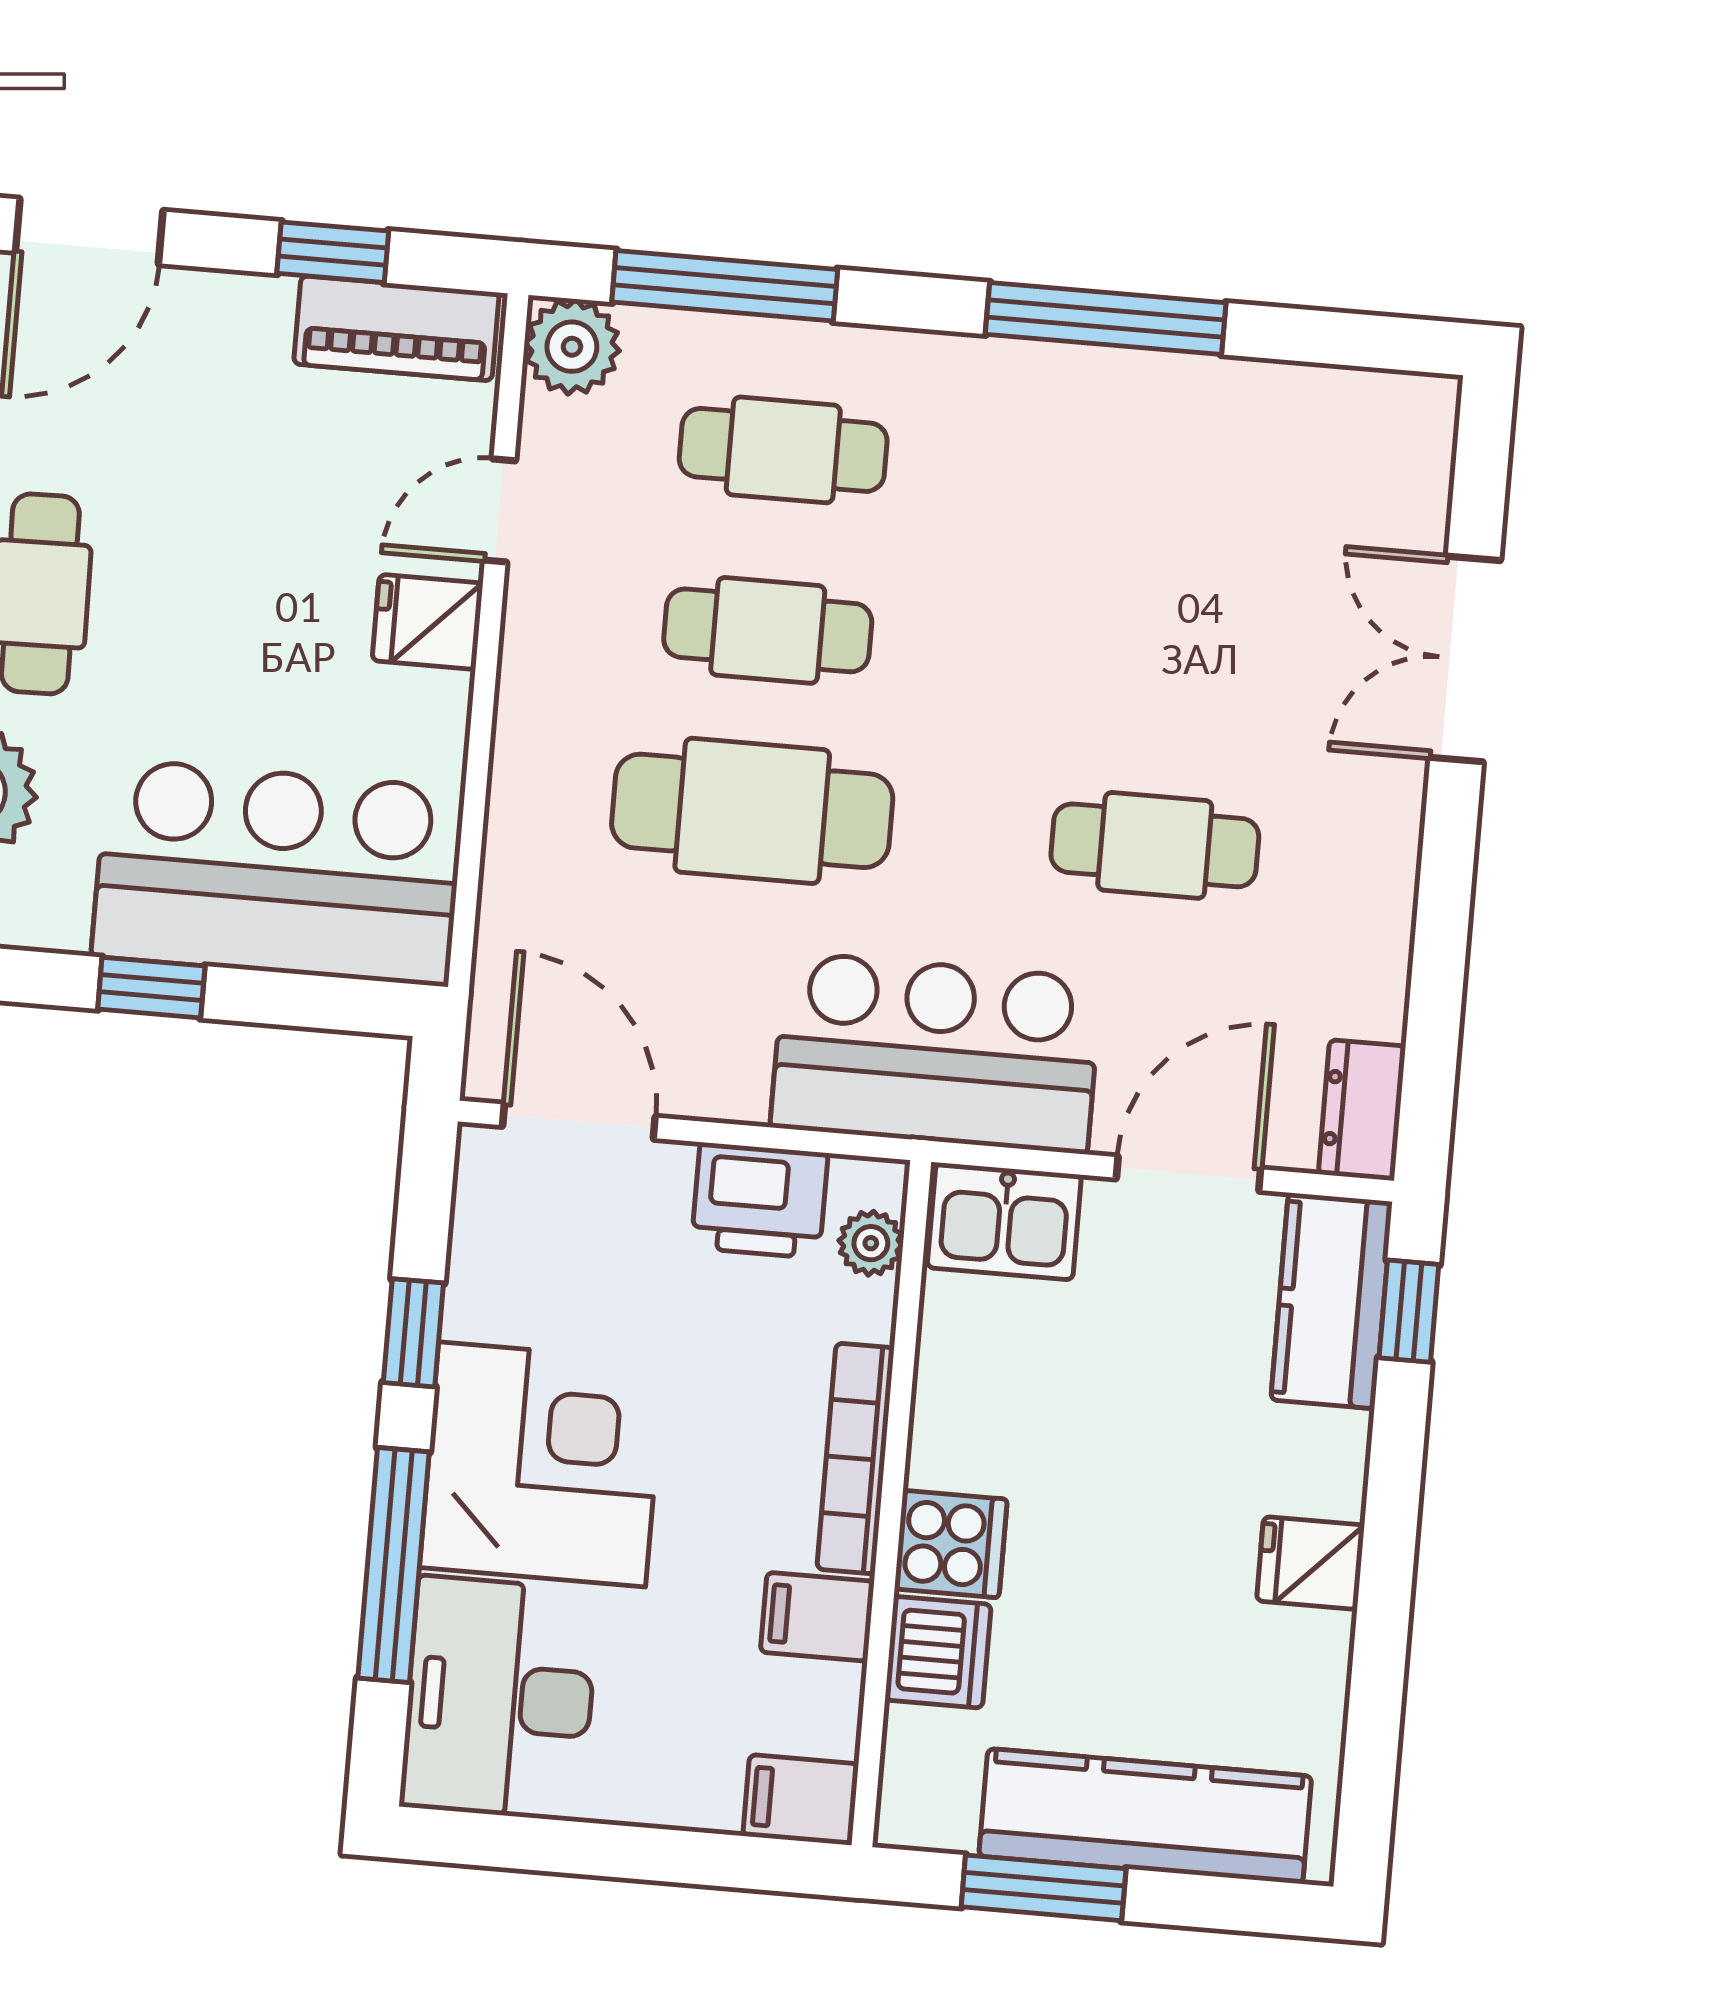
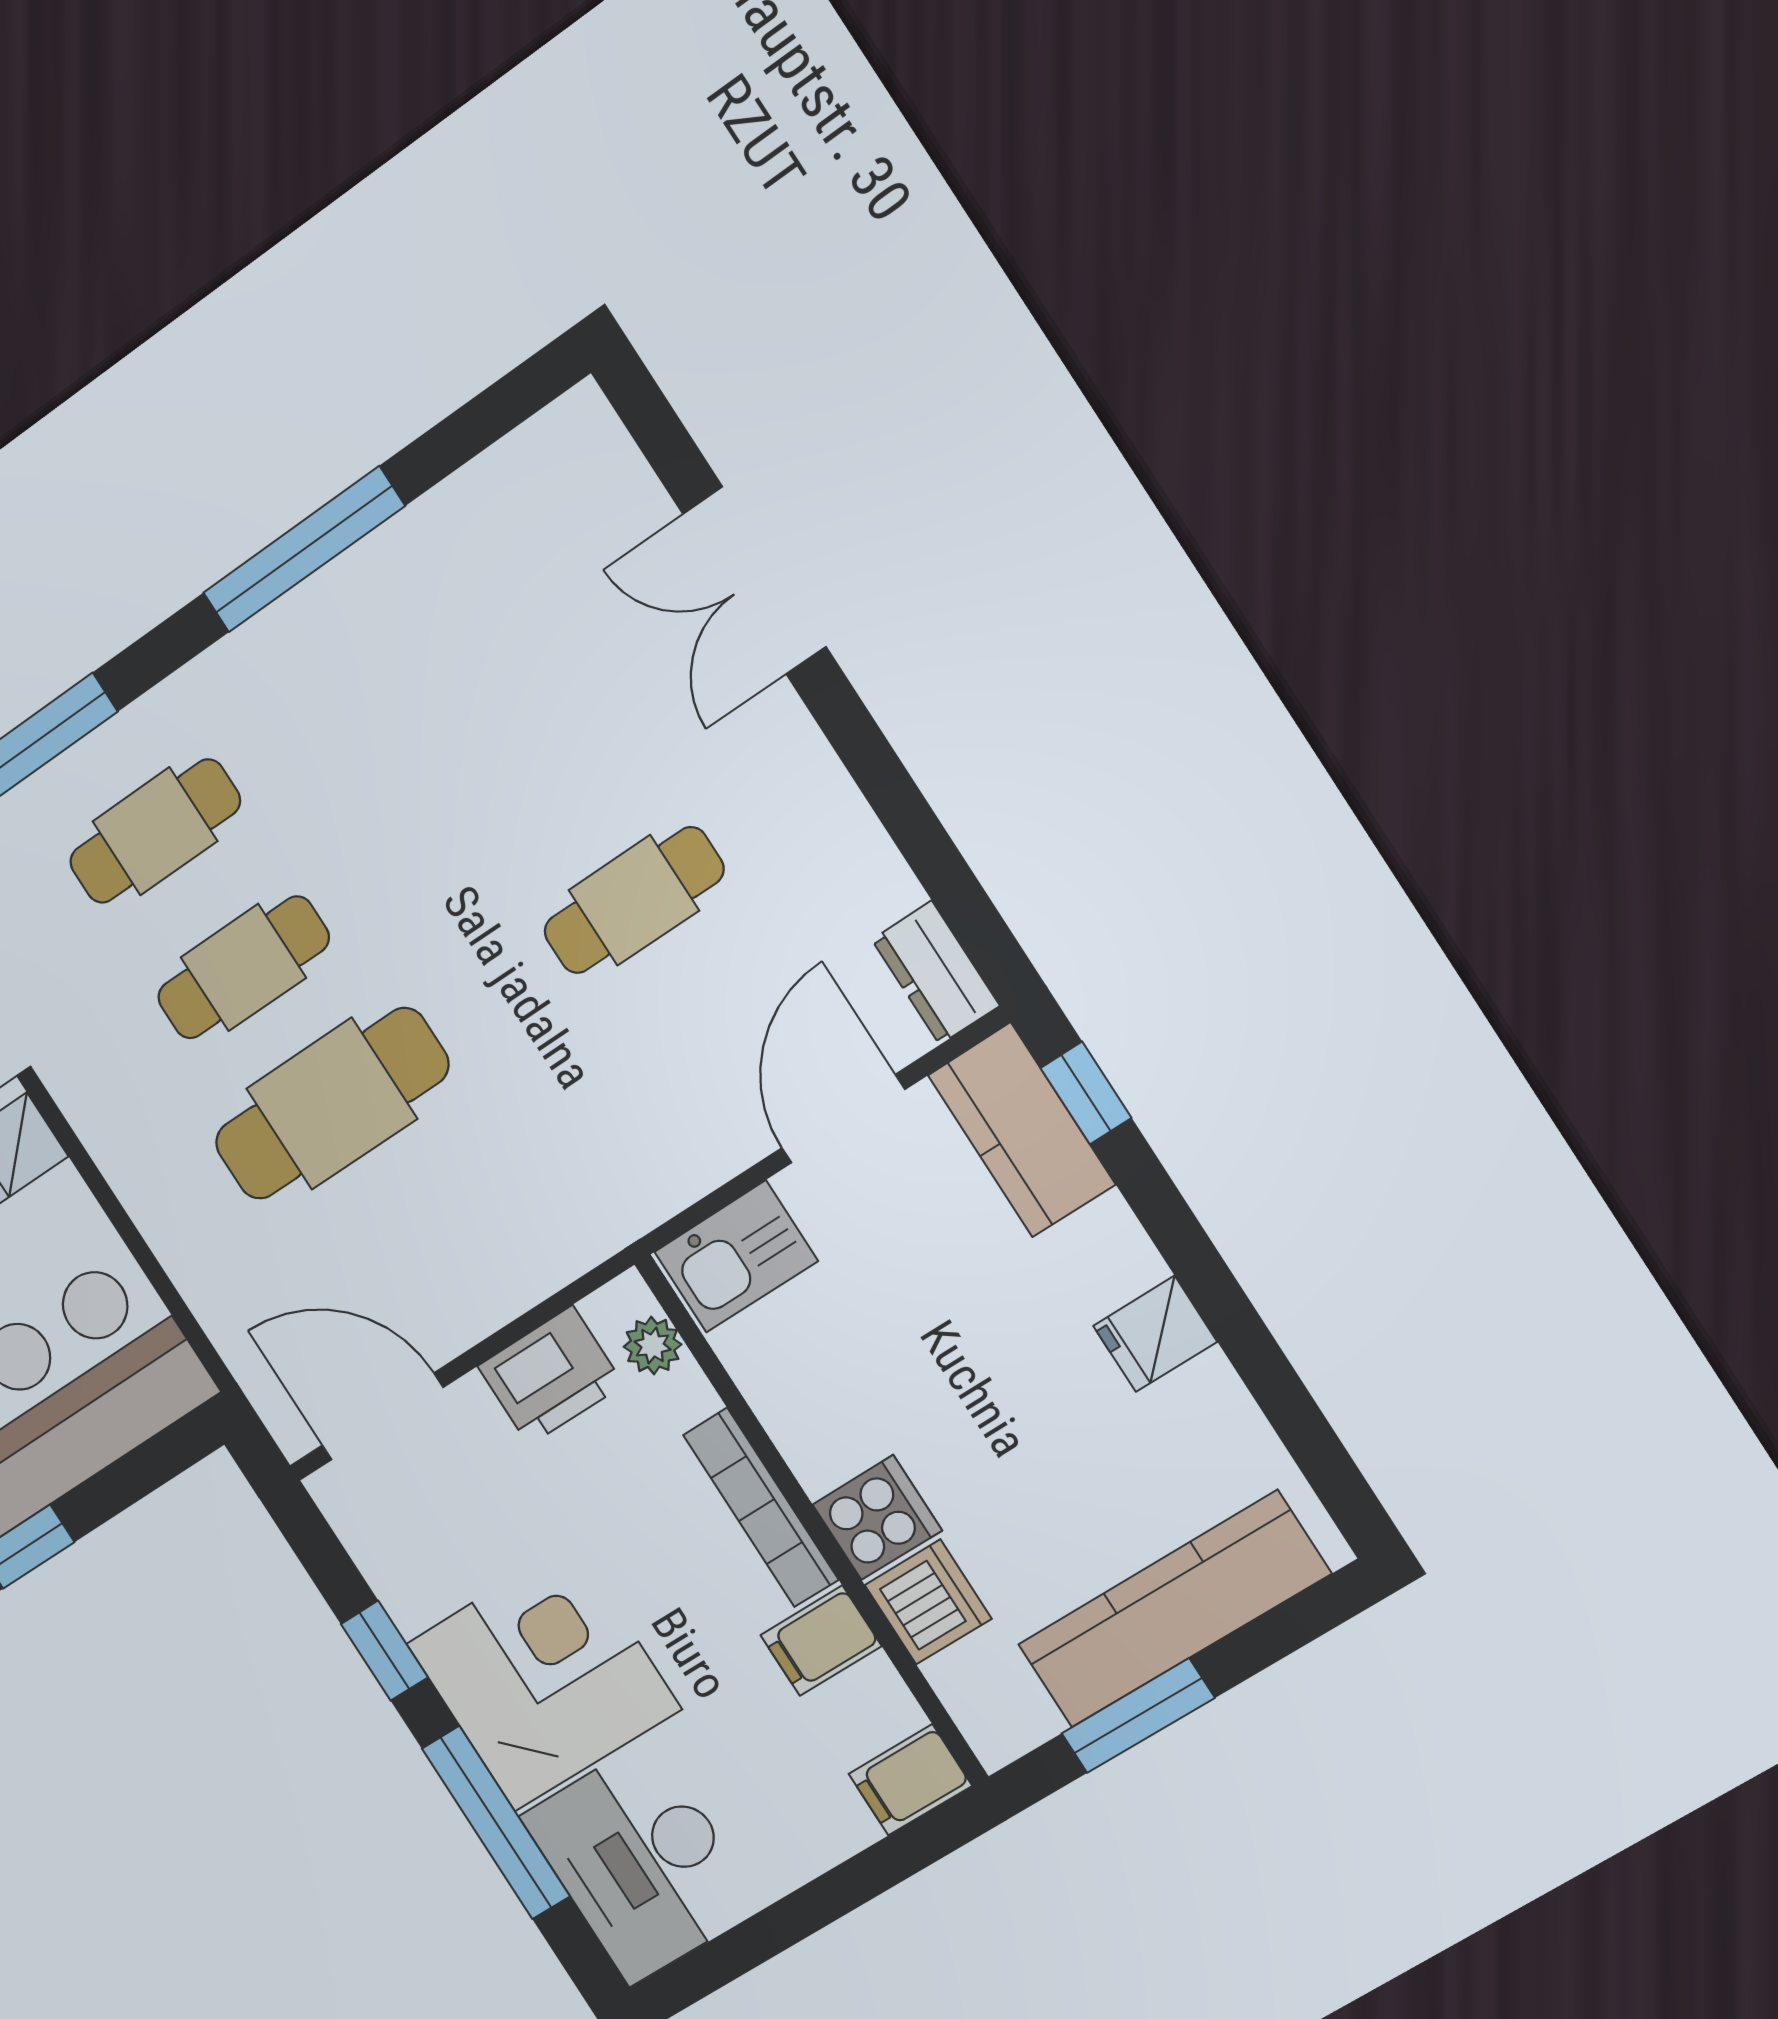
bar counter: (936, 1053) -> (593, 1174), removed

